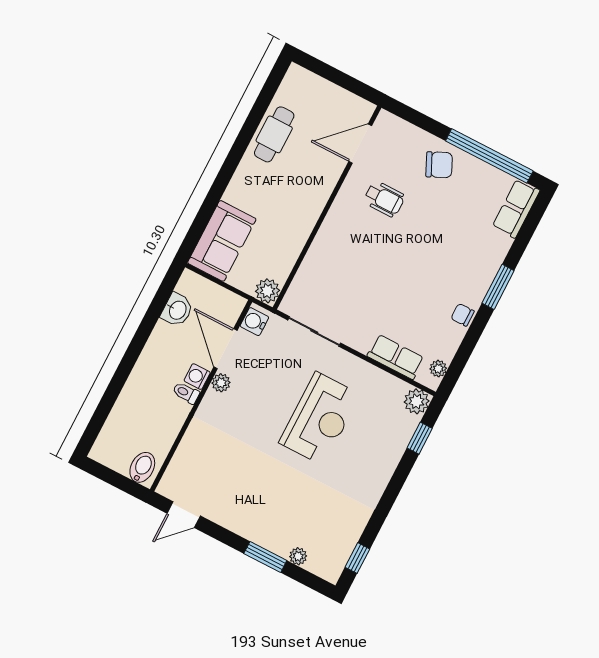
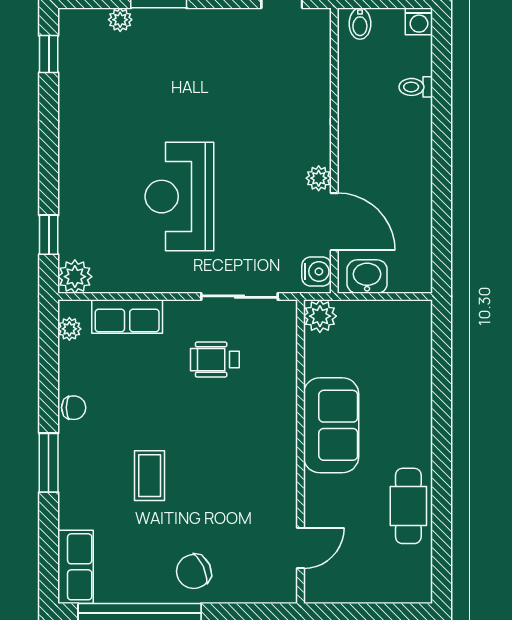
door: (360, 144) -> (300, 548), width x0.73
wheelchair: (384, 199) -> (215, 360), moved
sofa: (222, 241) -> (331, 425), moved, turned 180
coffee table: (435, 244) -> (150, 476), added
washbasin: (177, 310) -> (367, 277), moved, turned 90
washing machine: (197, 377) -> (419, 21), moved, turned 90
toilet: (186, 393) -> (416, 87), moved, turned 180
bidet: (142, 467) -> (360, 24), width x0.72, depth x0.74

